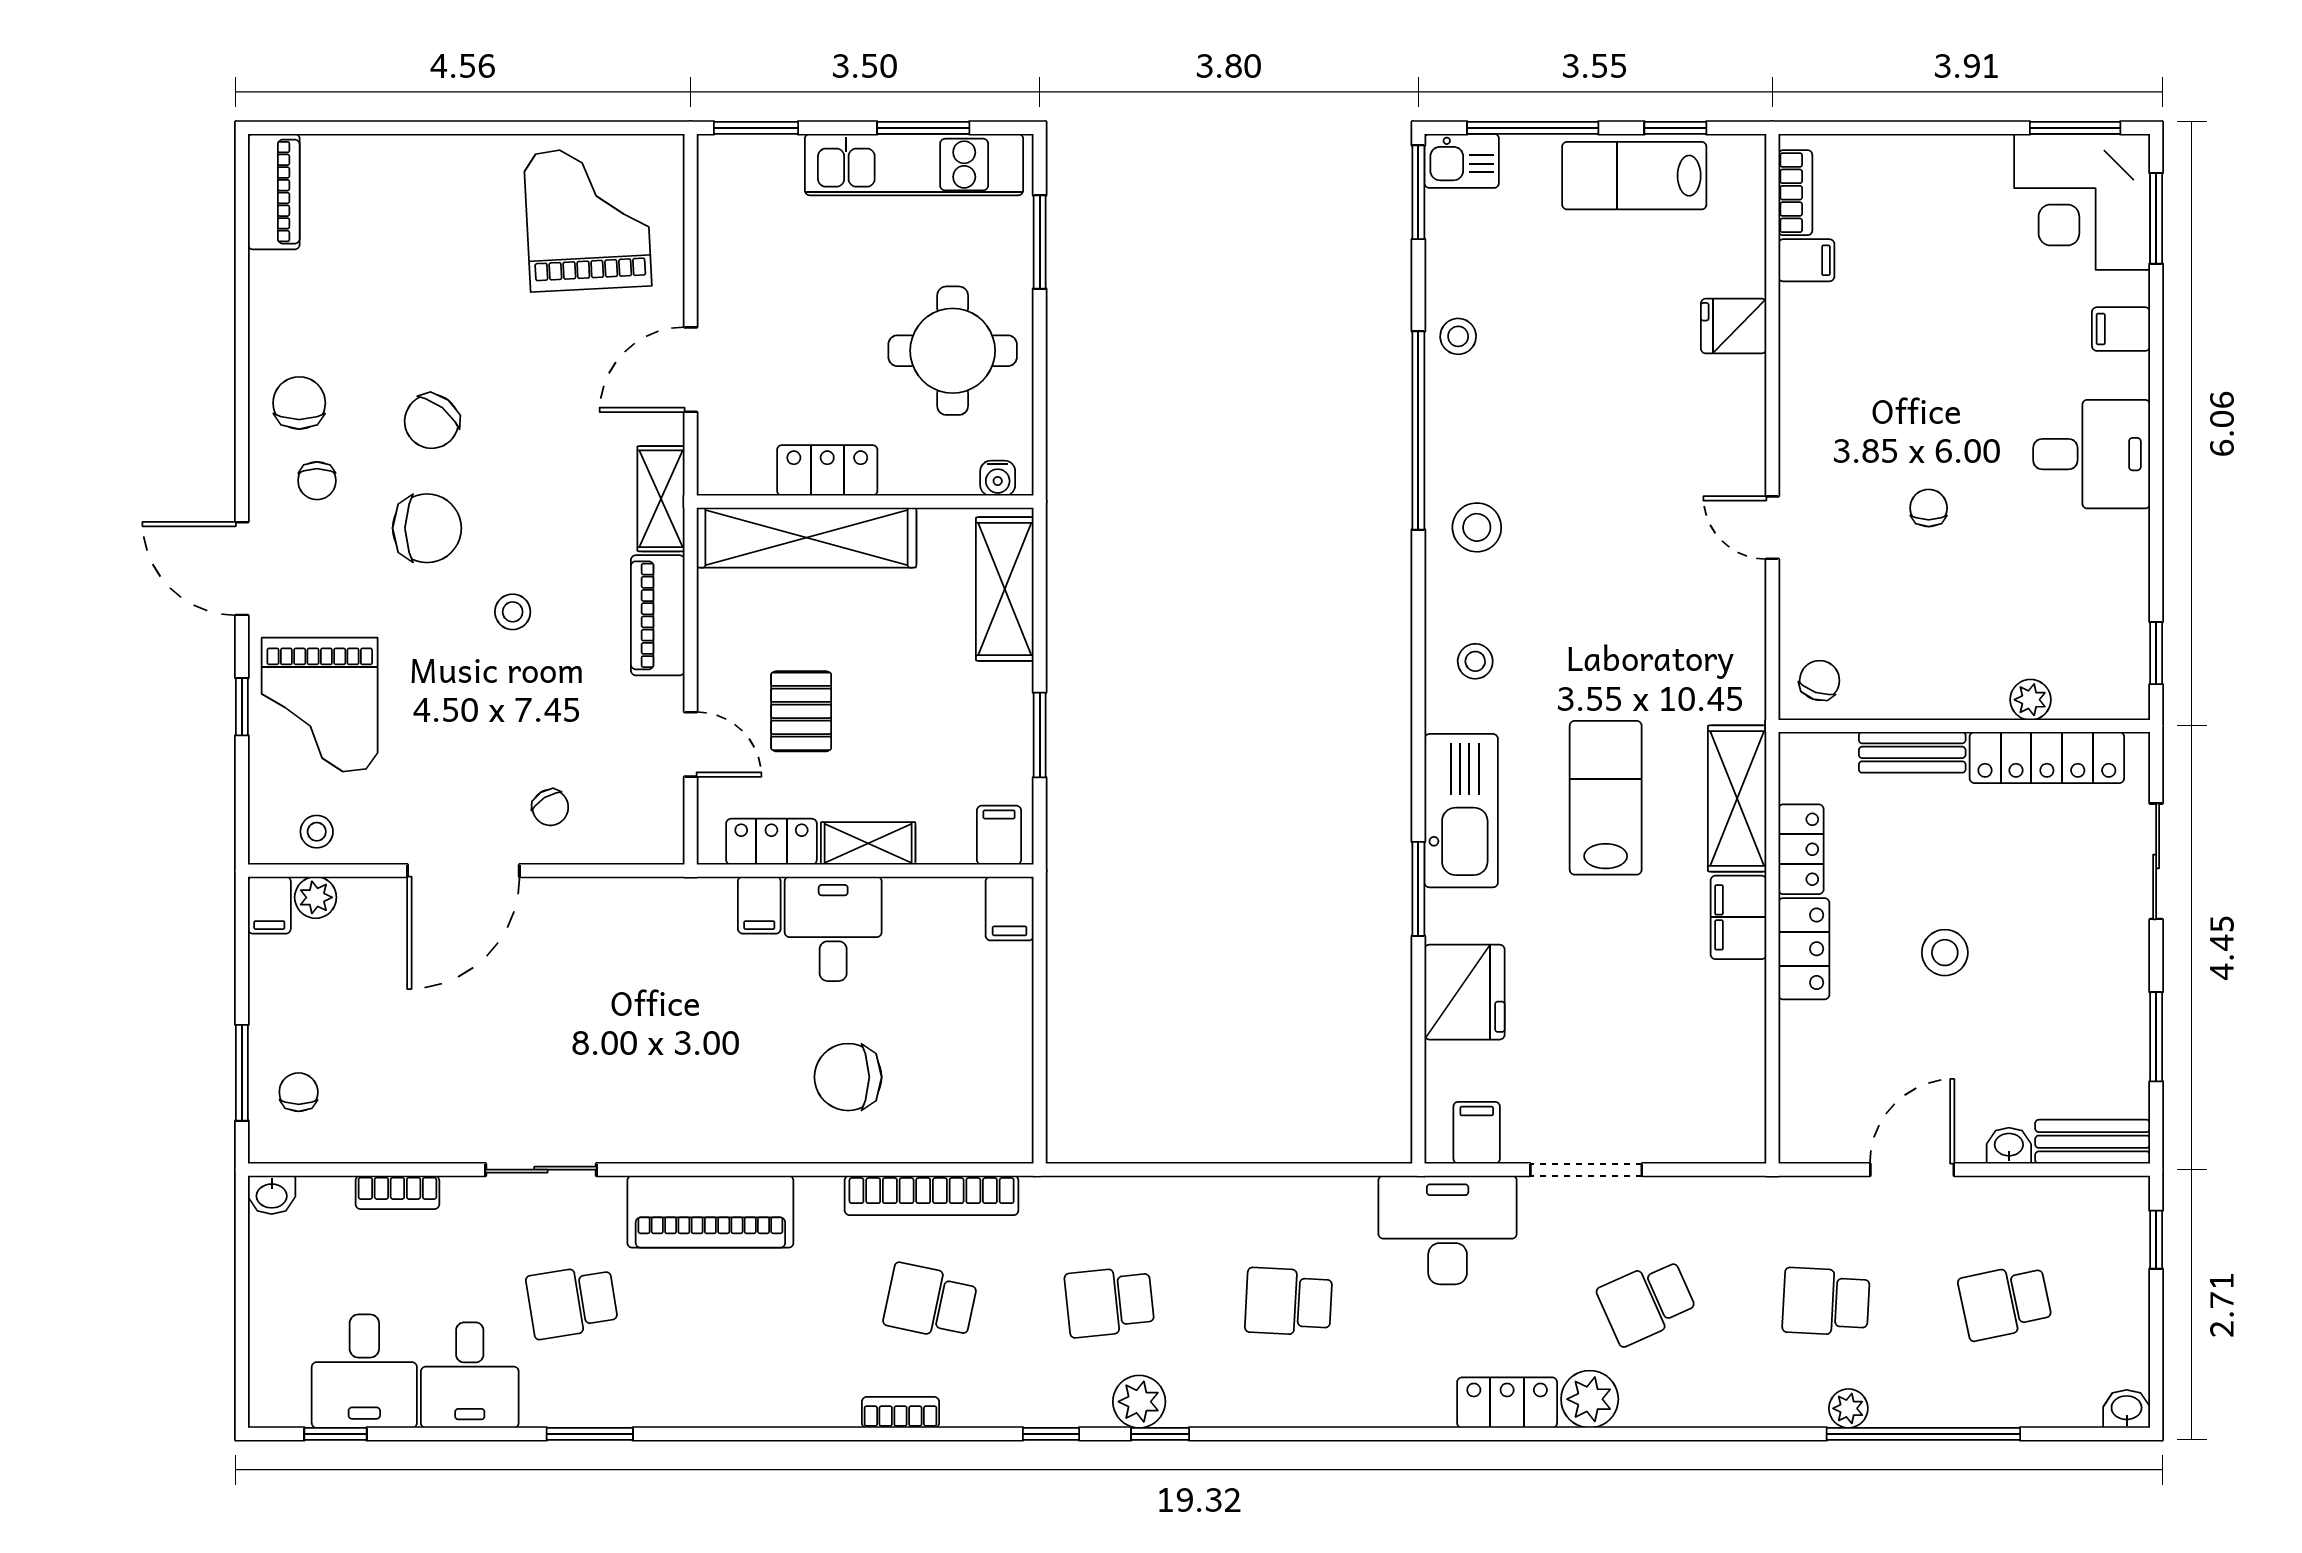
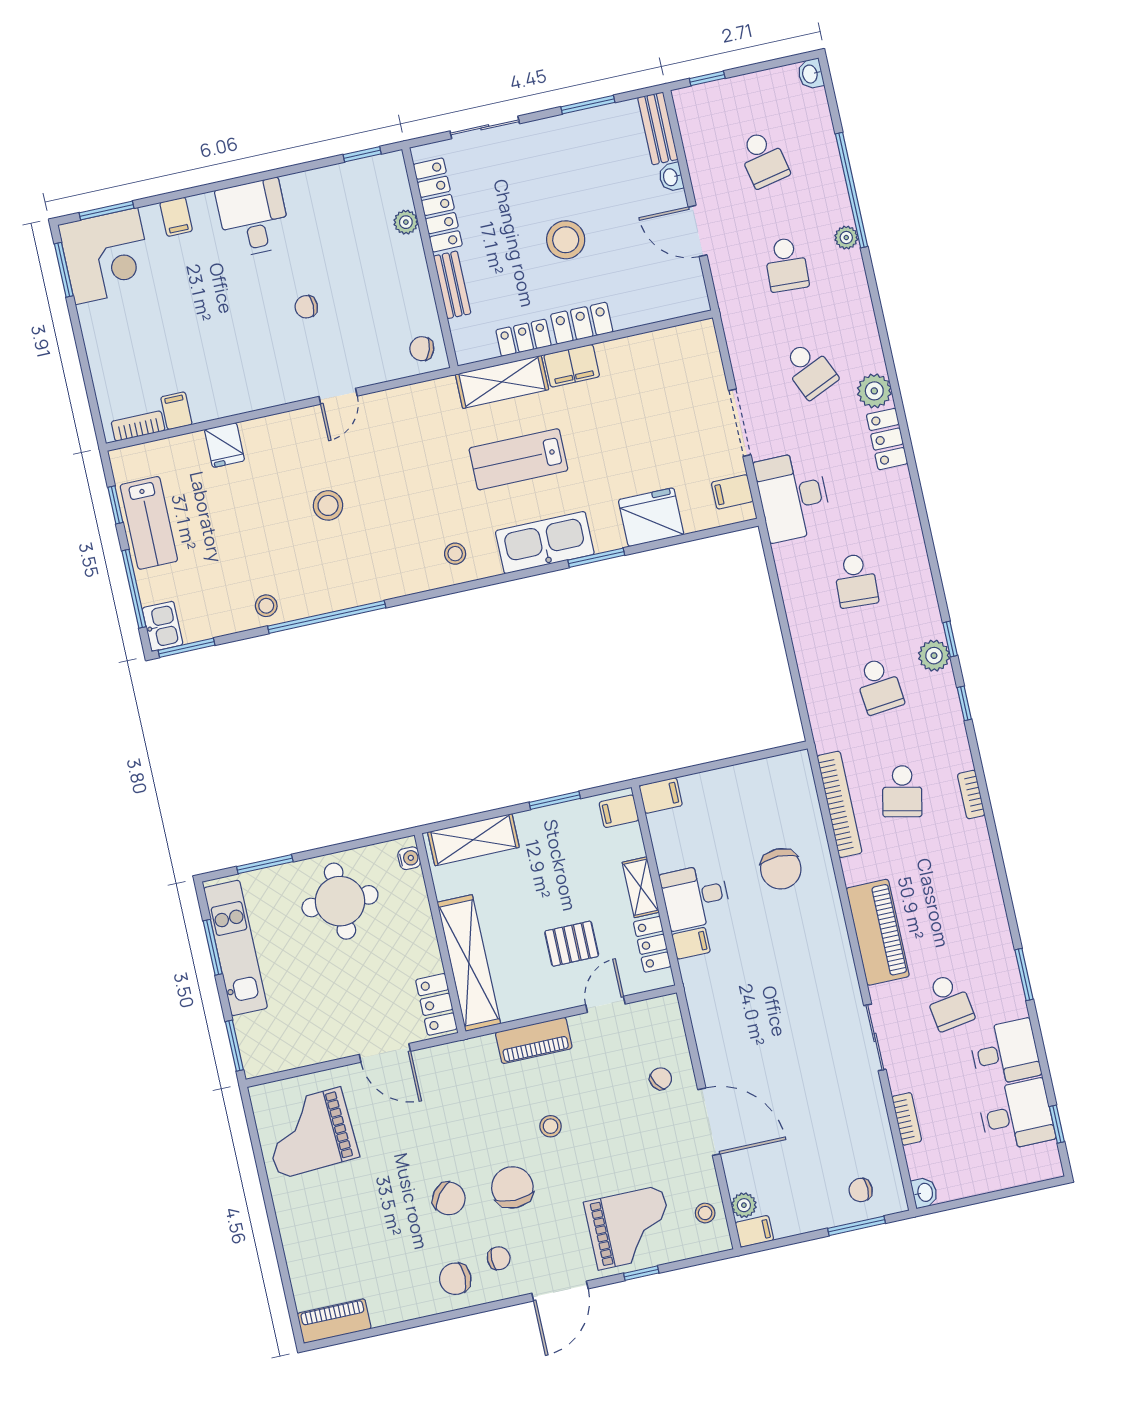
locker: (827, 470) -> (436, 1004), moved
shelving: (661, 499) -> (465, 1054), removed
stool: (1477, 527) -> (328, 505), moved
stool: (1945, 953) -> (566, 240), width x1.38, depth x1.38

